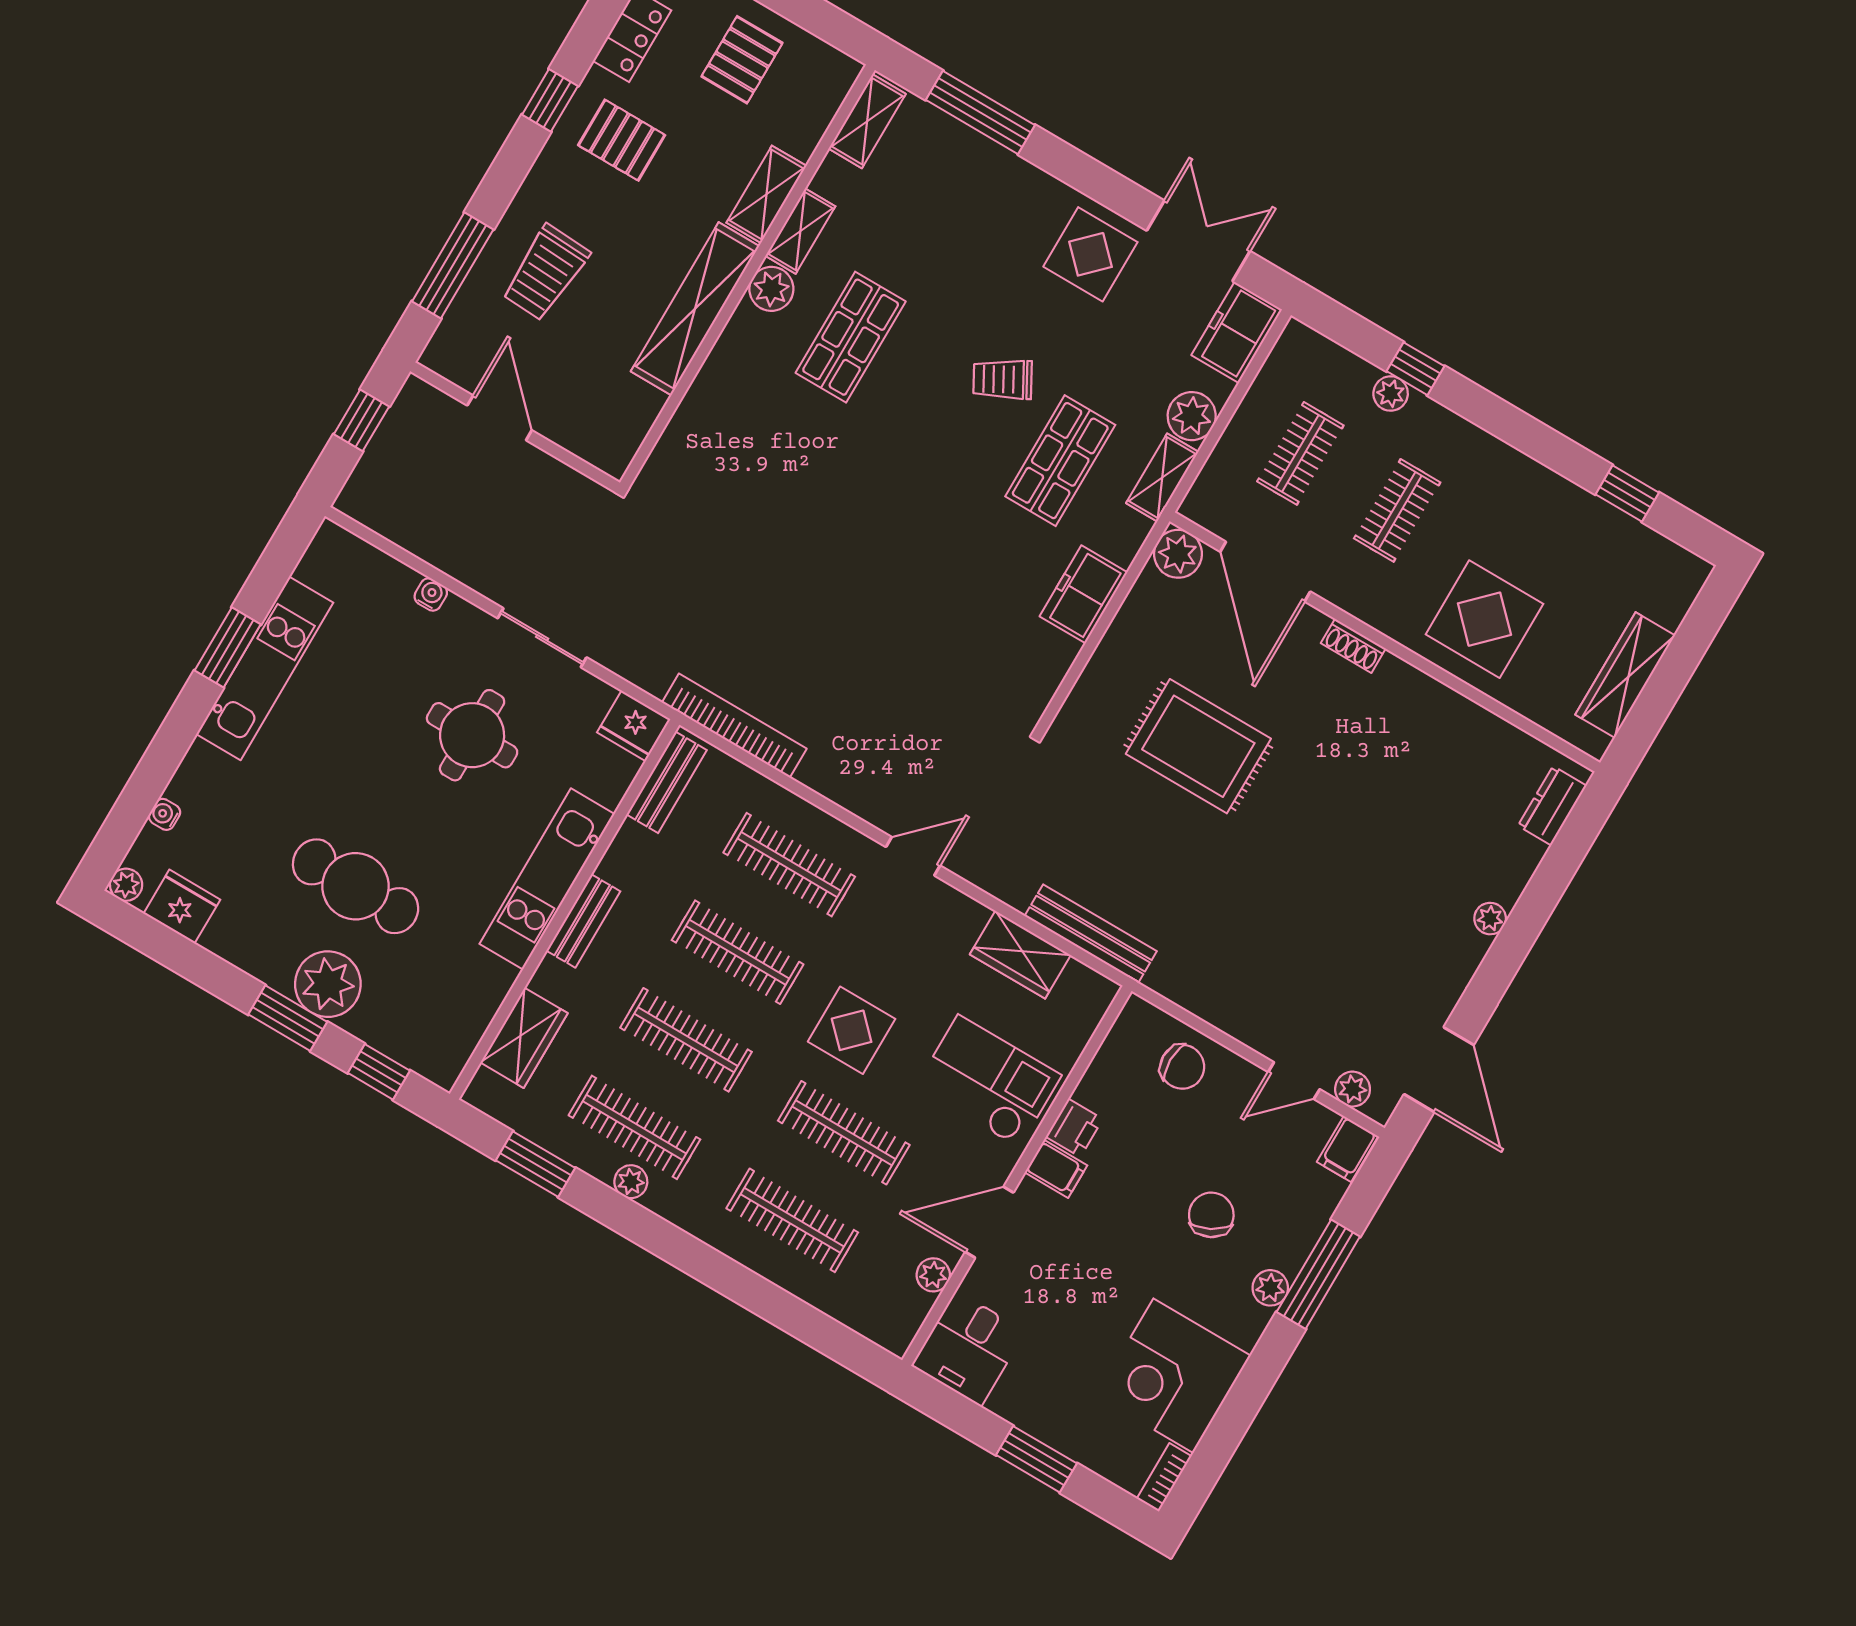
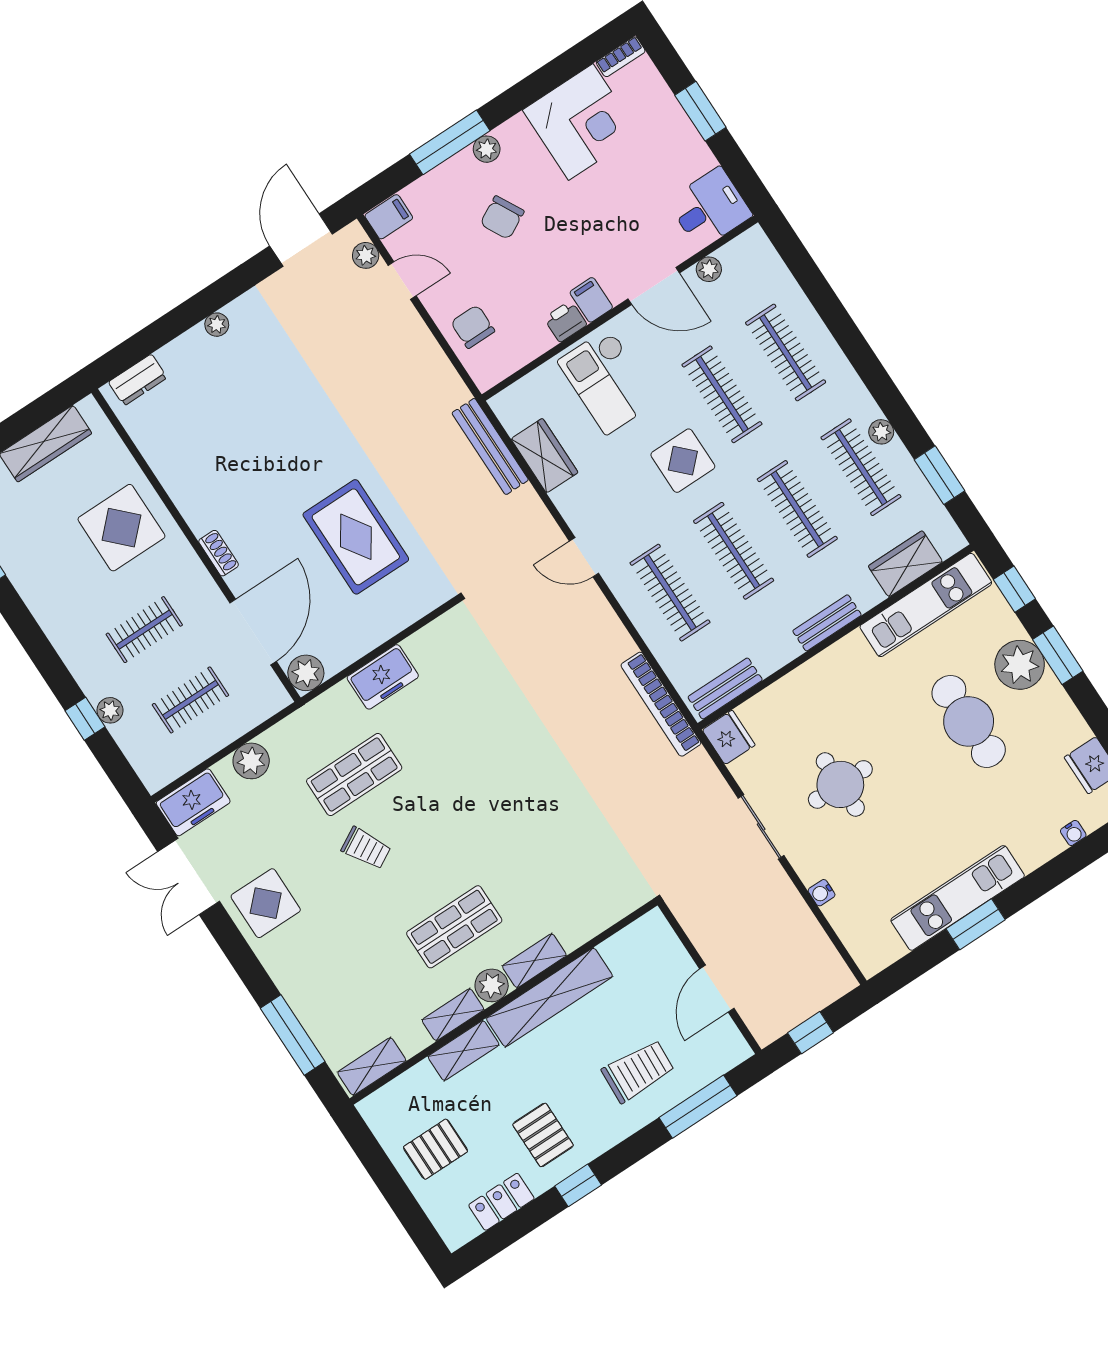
shelving: (1162, 478) -> (534, 961), moved
kitchen unit: (547, 879) -> (926, 605), moved

